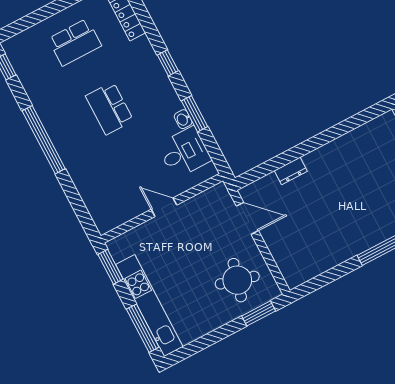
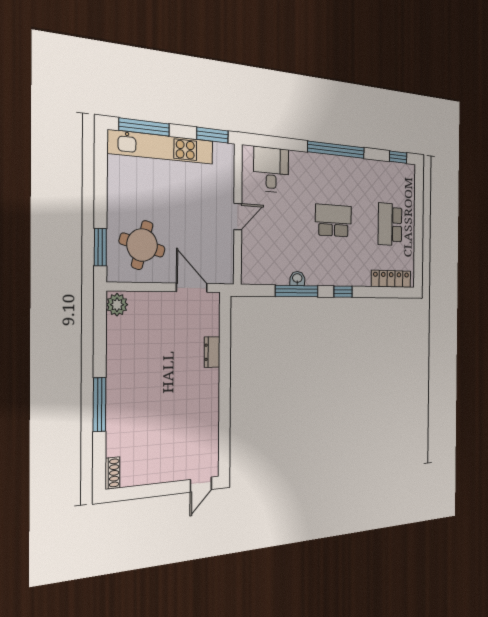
window: (195, 114) -> (297, 291), width x1.44
desk: (184, 153) -> (271, 170), moved, turned 180
door: (247, 218) -> (192, 288), swing flipped
plant: (296, 276) -> (117, 305), added

